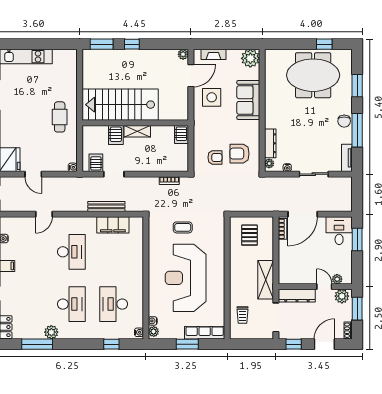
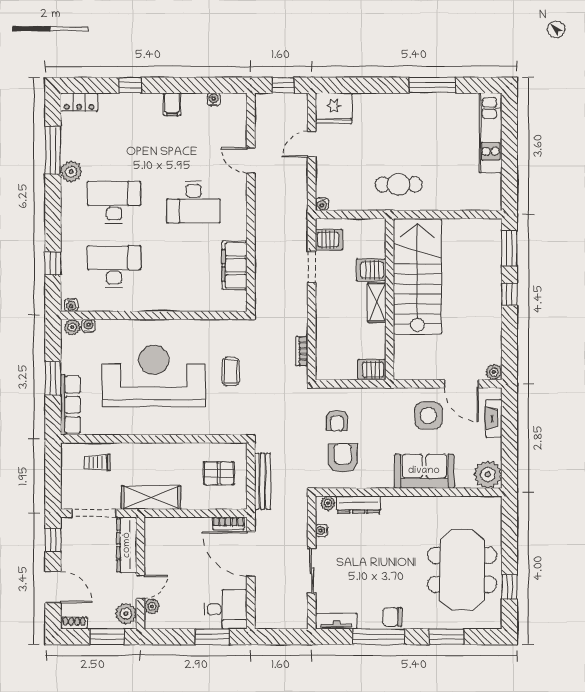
bench: (106, 206) -> (262, 481), moved
desk: (71, 304) -> (114, 202), turned 180

